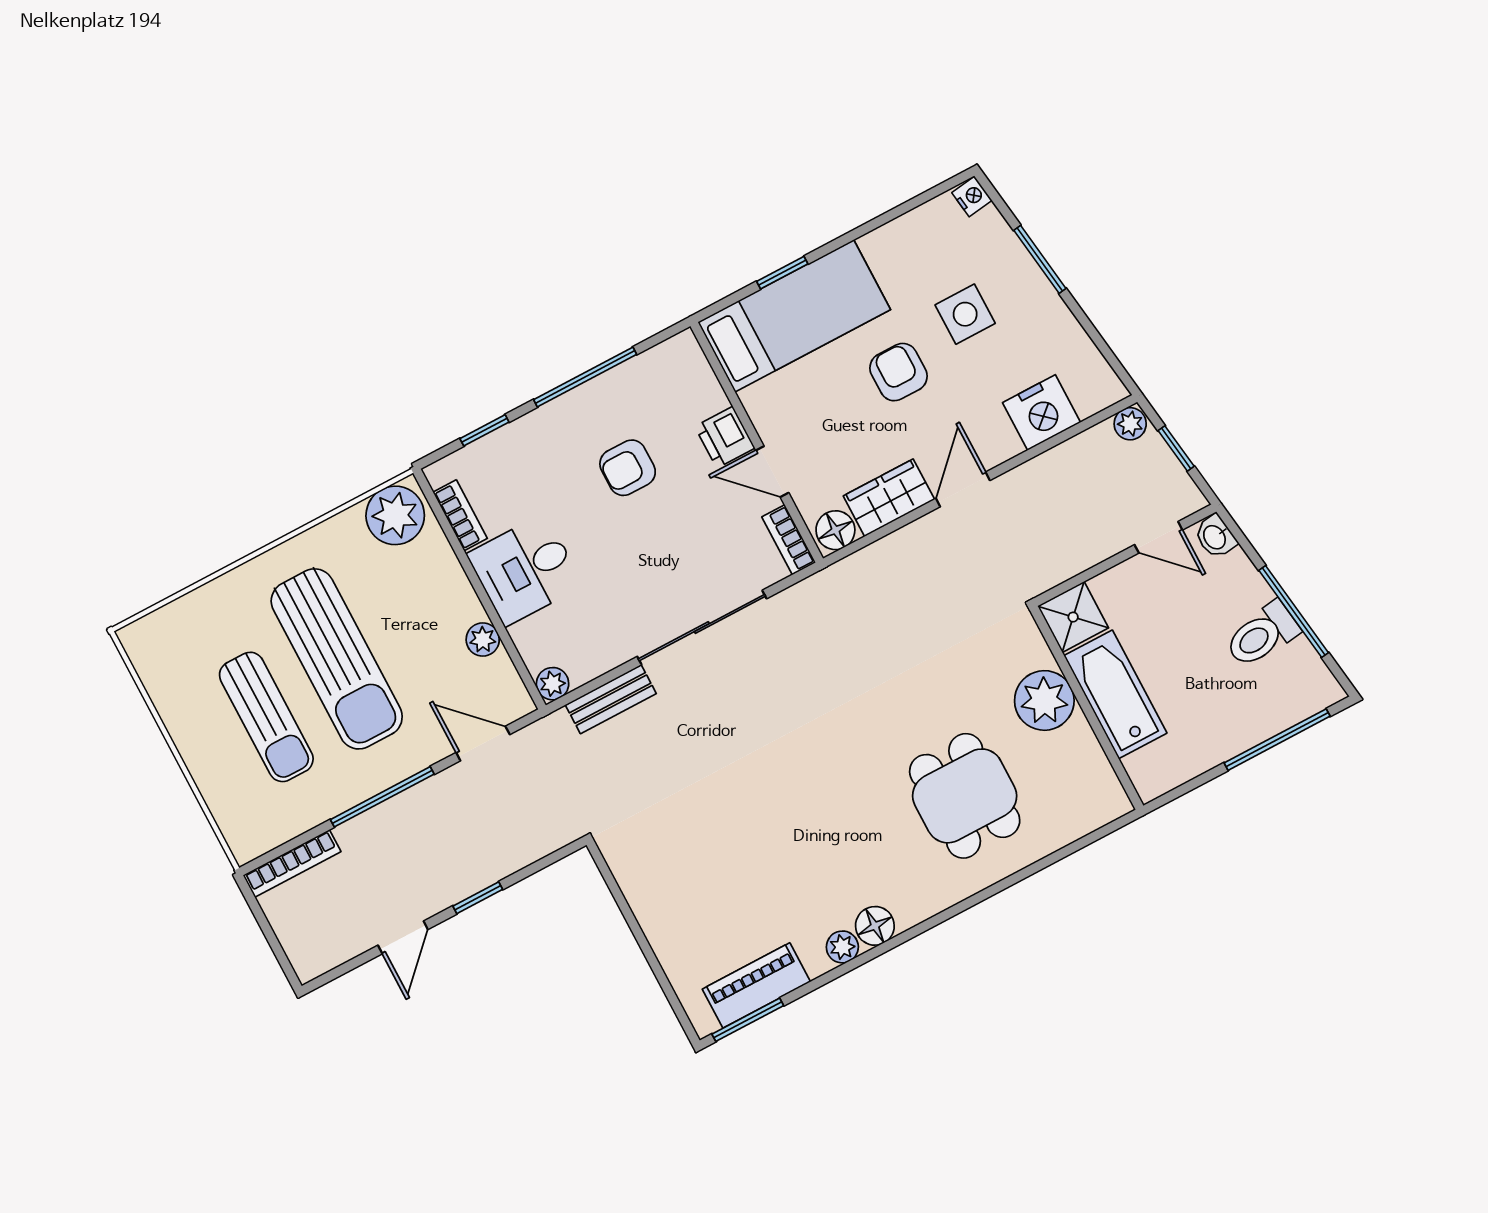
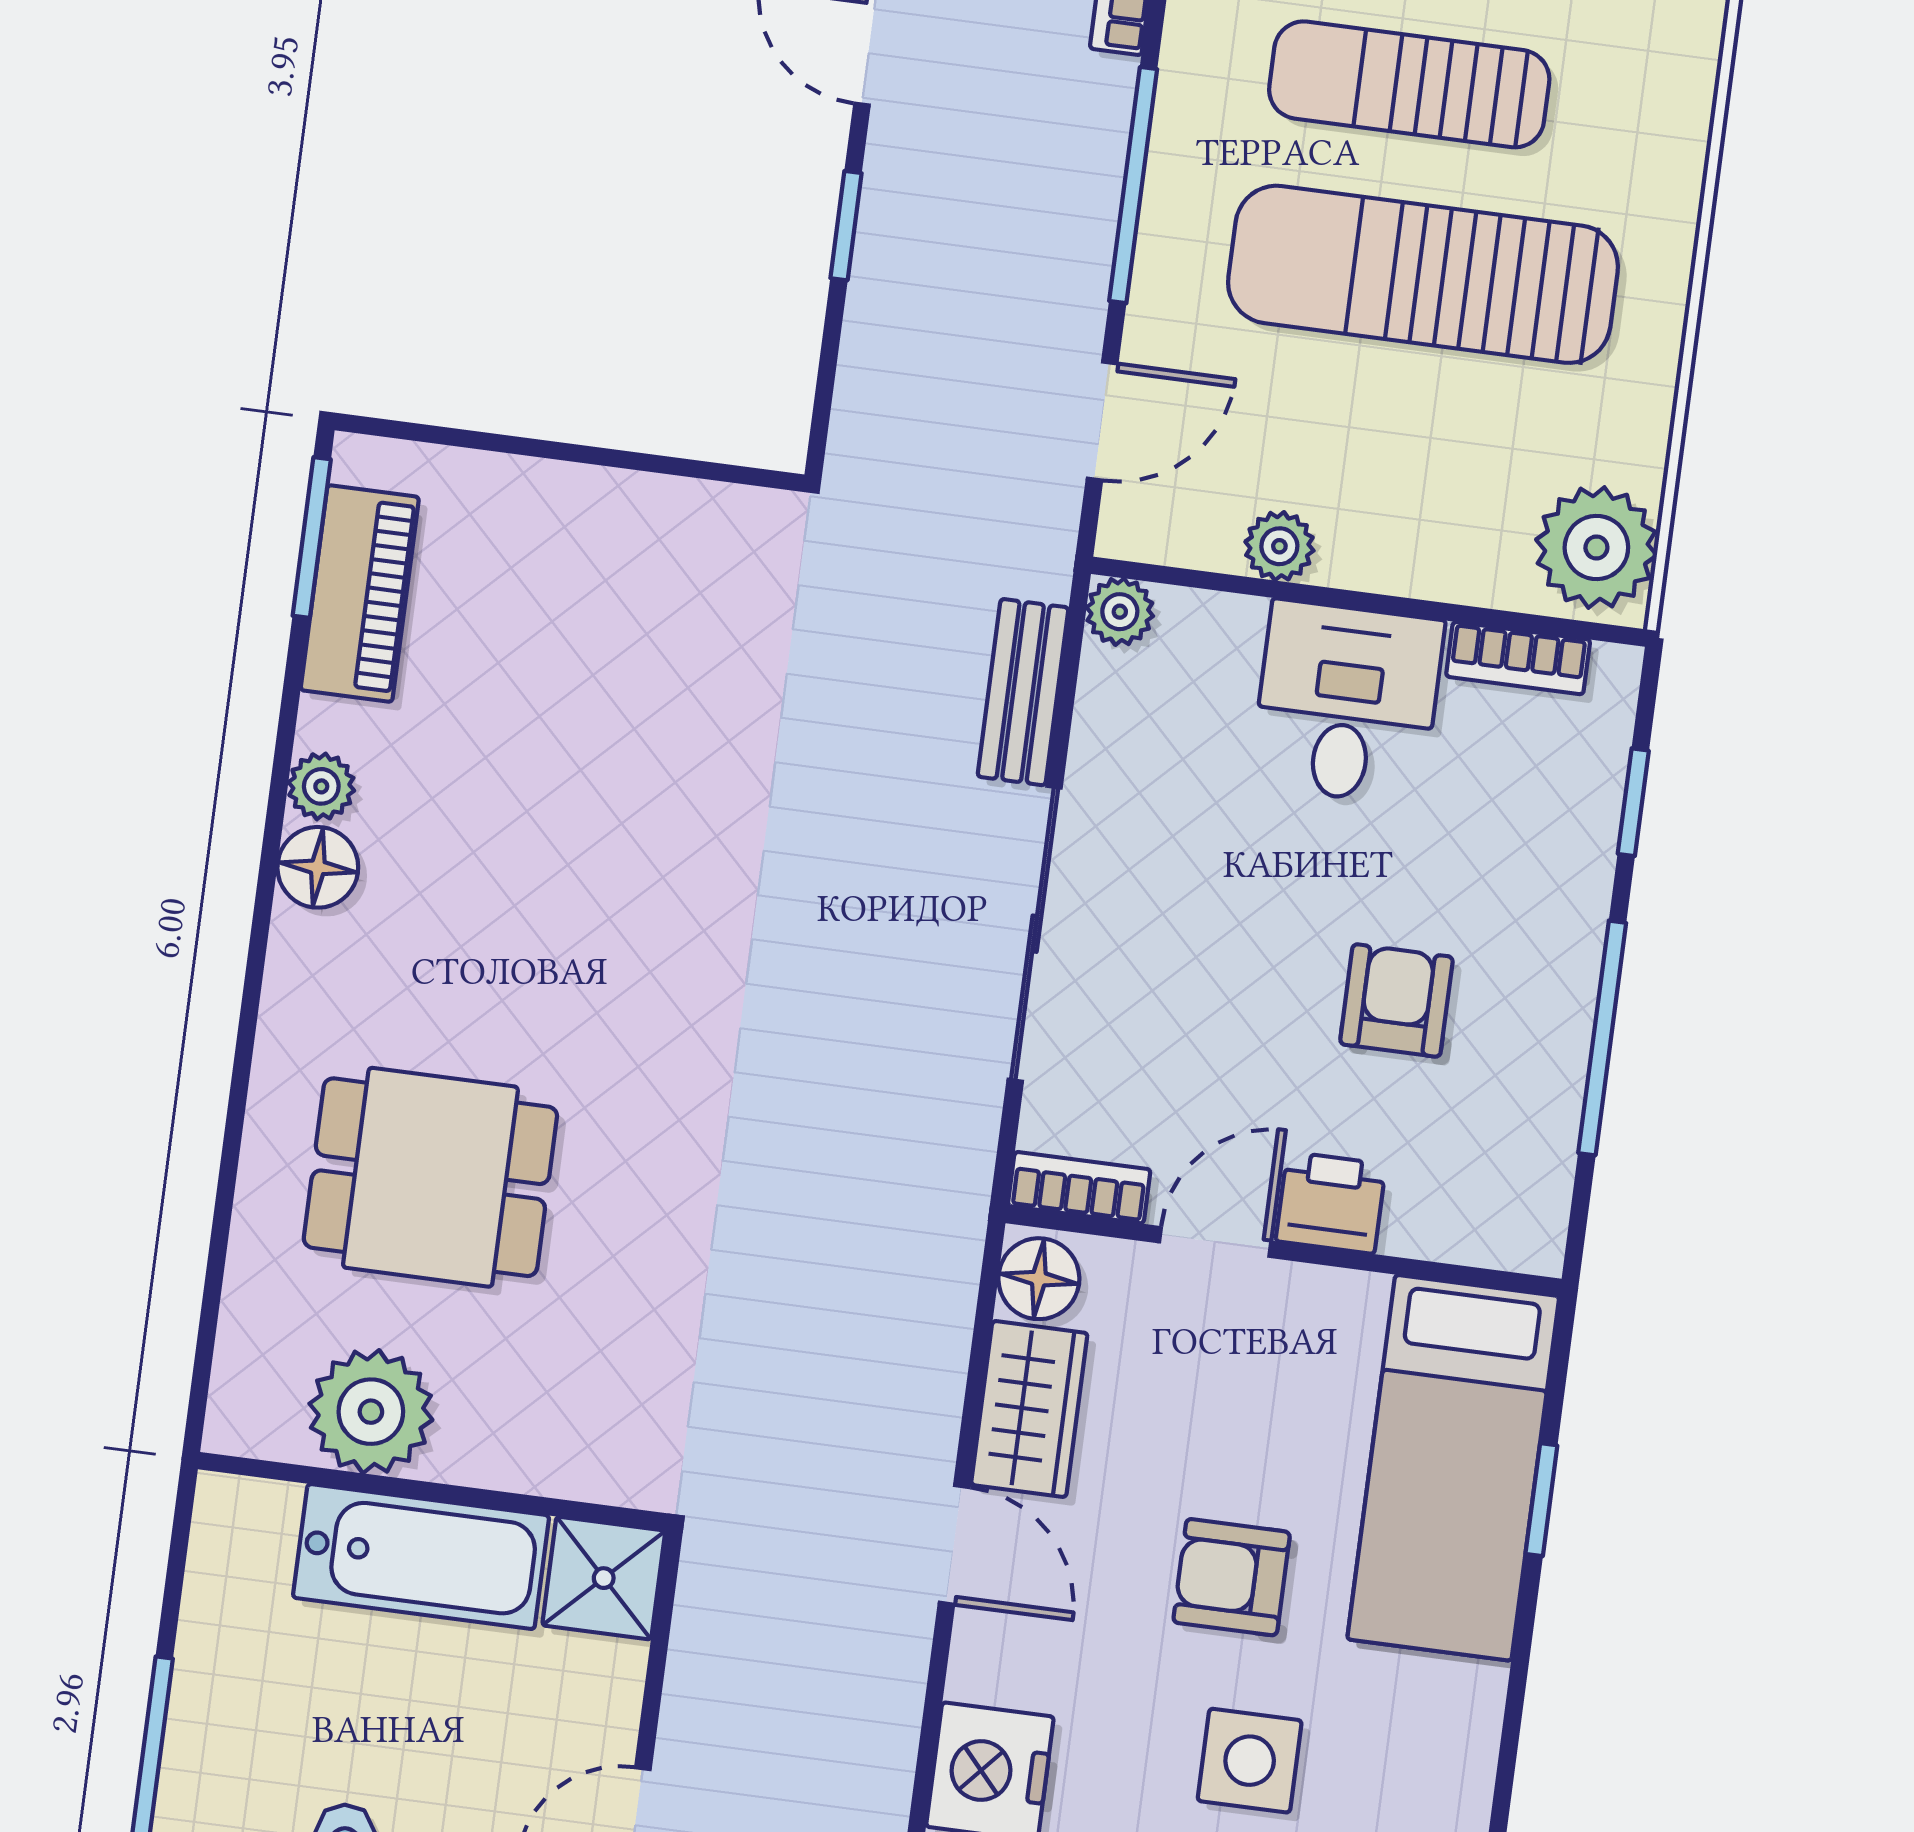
armchair: (899, 372) -> (1232, 1577), turned 180
plant: (1044, 700) -> (371, 1412), moved

